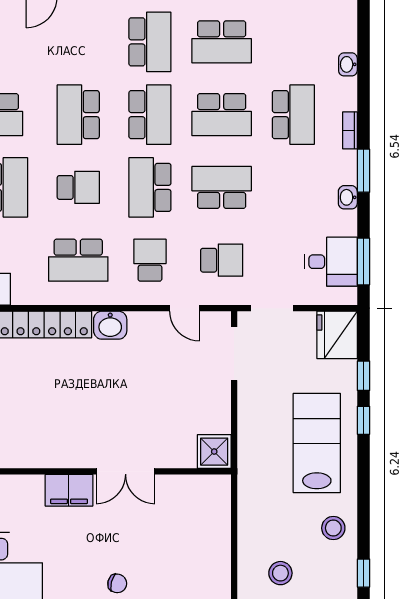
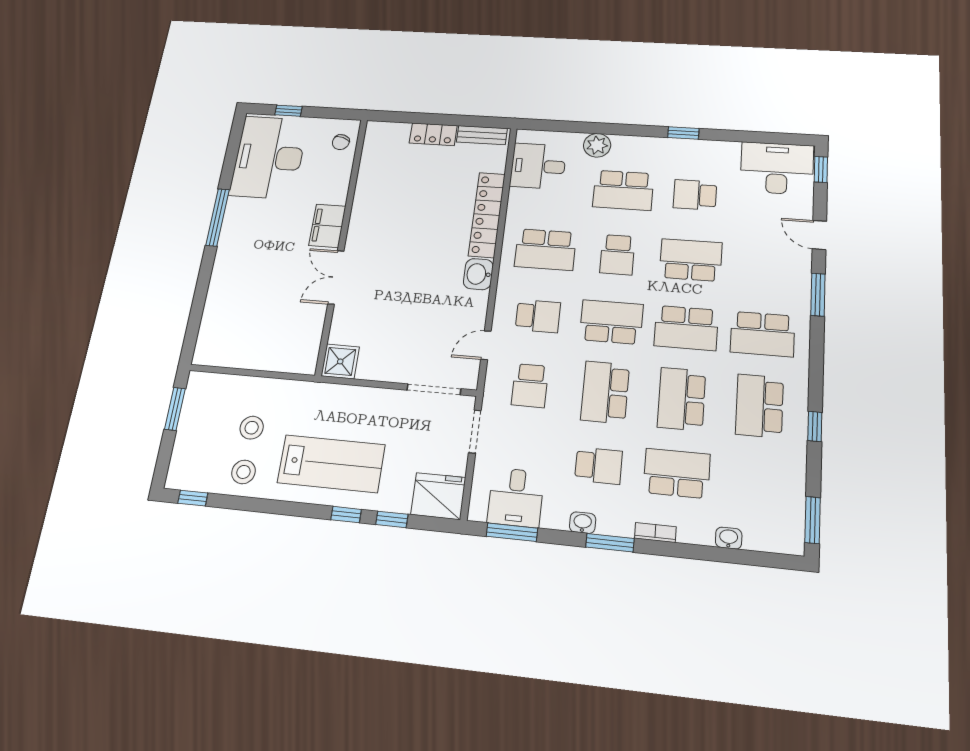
school desk: (293, 115) -> (677, 473), turned 180
school desk: (222, 187) -> (605, 392), turned 180
school desk: (293, 187) -> (598, 466), added
school desk: (78, 260) -> (545, 250), turned -90
stool: (280, 573) -> (252, 428), moved
chair: (117, 583) -> (233, 262), removed

